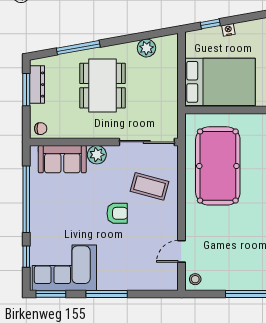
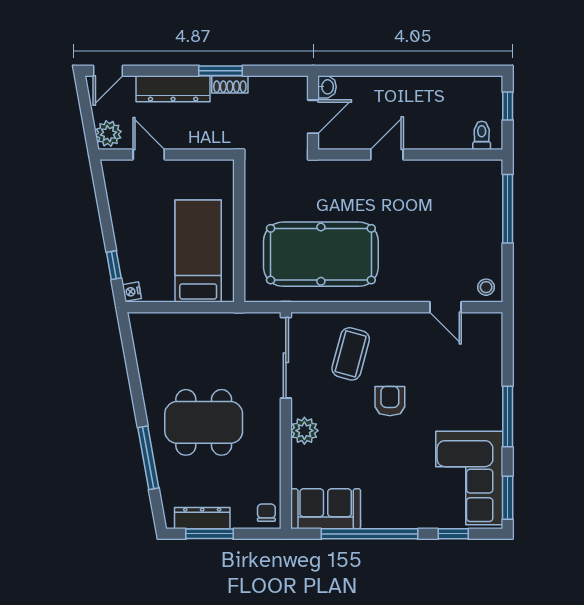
nightstand: (228, 30) -> (132, 292), moved
plant: (146, 48) -> (149, 358), removed
bed: (220, 82) -> (198, 251), width x0.67
sofa: (62, 159) -> (326, 509), moved, turned -90

